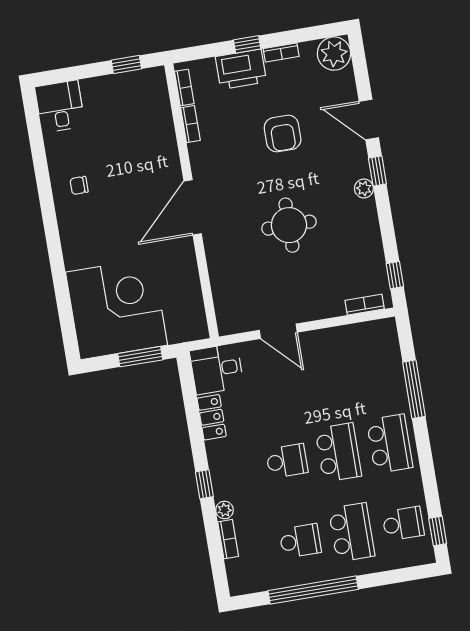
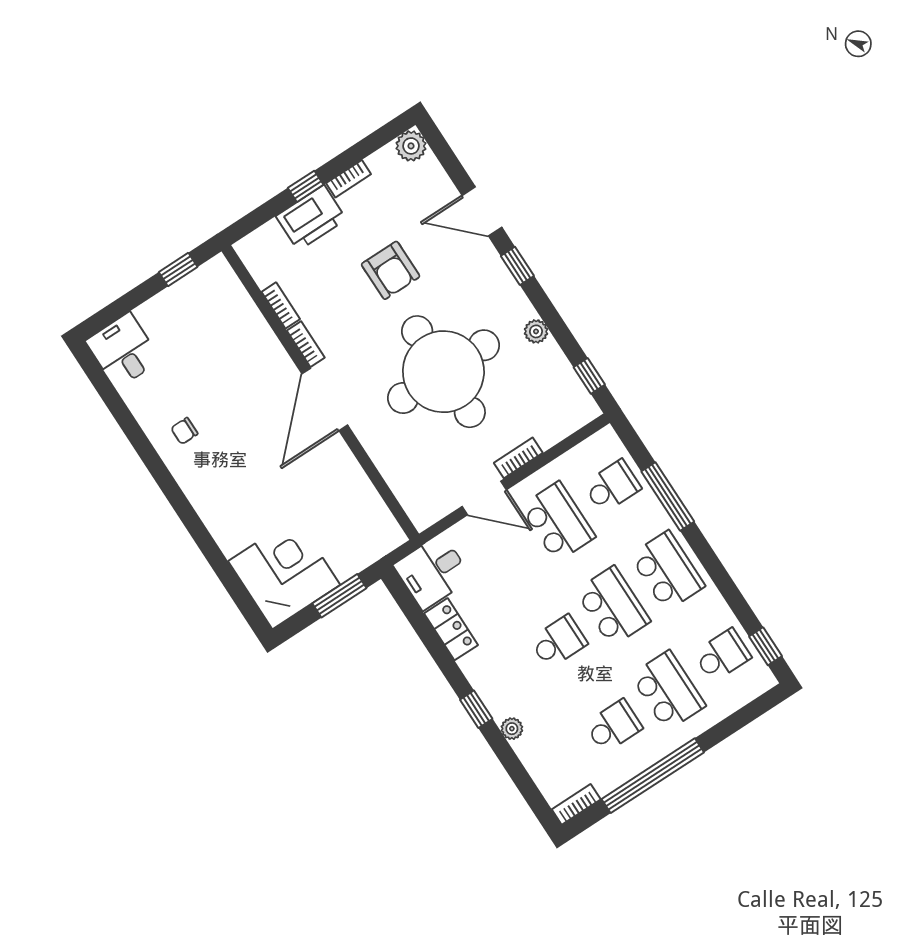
plant: (334, 54) -> (411, 146), width x0.73, depth x0.73
bookcase: (184, 88) -> (306, 344), moved
plant: (364, 188) -> (536, 331), moved
round table: (289, 225) -> (443, 372), width x1.86, depth x1.86
bookcase: (365, 305) -> (518, 458), moved
corner desk: (117, 309) -> (284, 573), width x0.74, depth x0.74
school desk: (376, 364) -> (612, 486), added
school desk: (325, 372) -> (558, 522), added
bookcase: (228, 539) -> (576, 804), moved, turned -90

